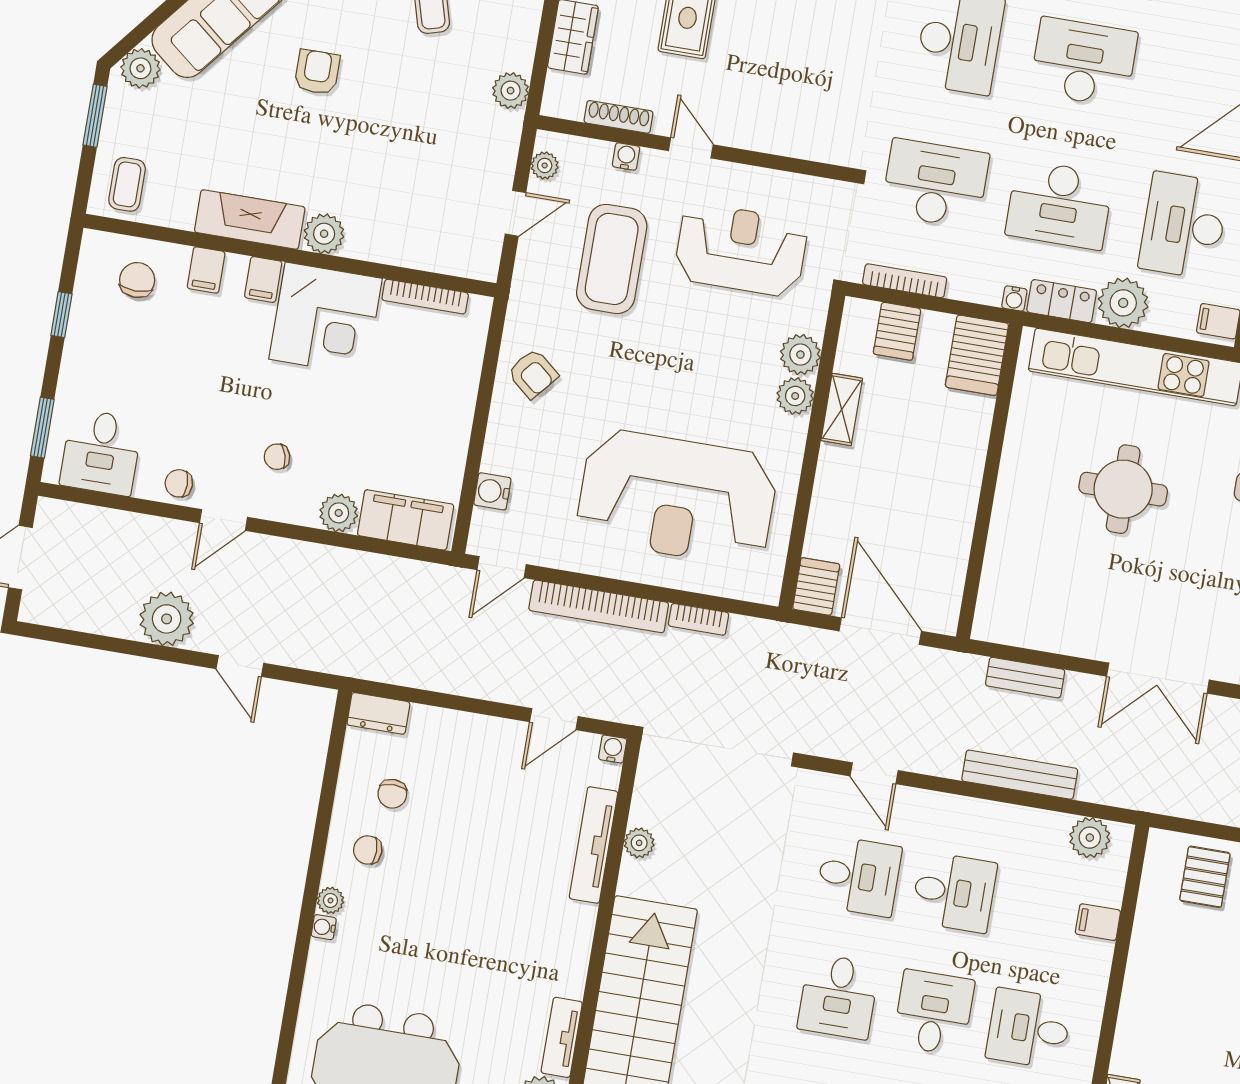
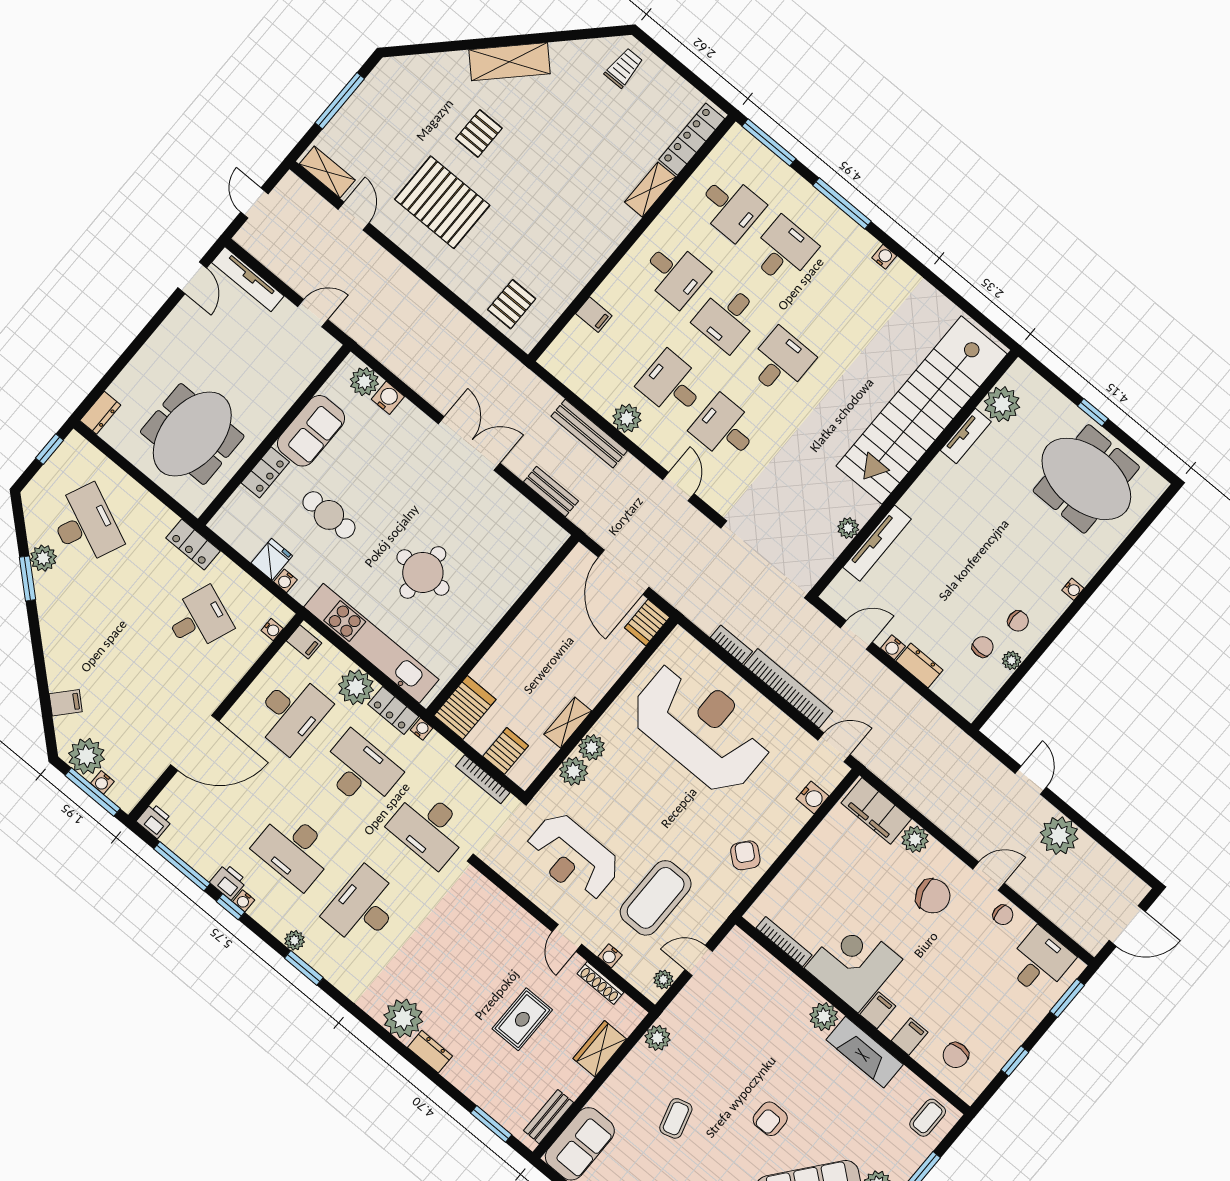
chair: (277, 457) -> (933, 896), width x1.87, depth x1.87
dresser: (378, 713) -> (919, 665), moved
water cooler: (613, 749) -> (893, 647), moved
plant: (1090, 838) -> (627, 418), moved
plant: (330, 900) -> (1012, 660), moved

